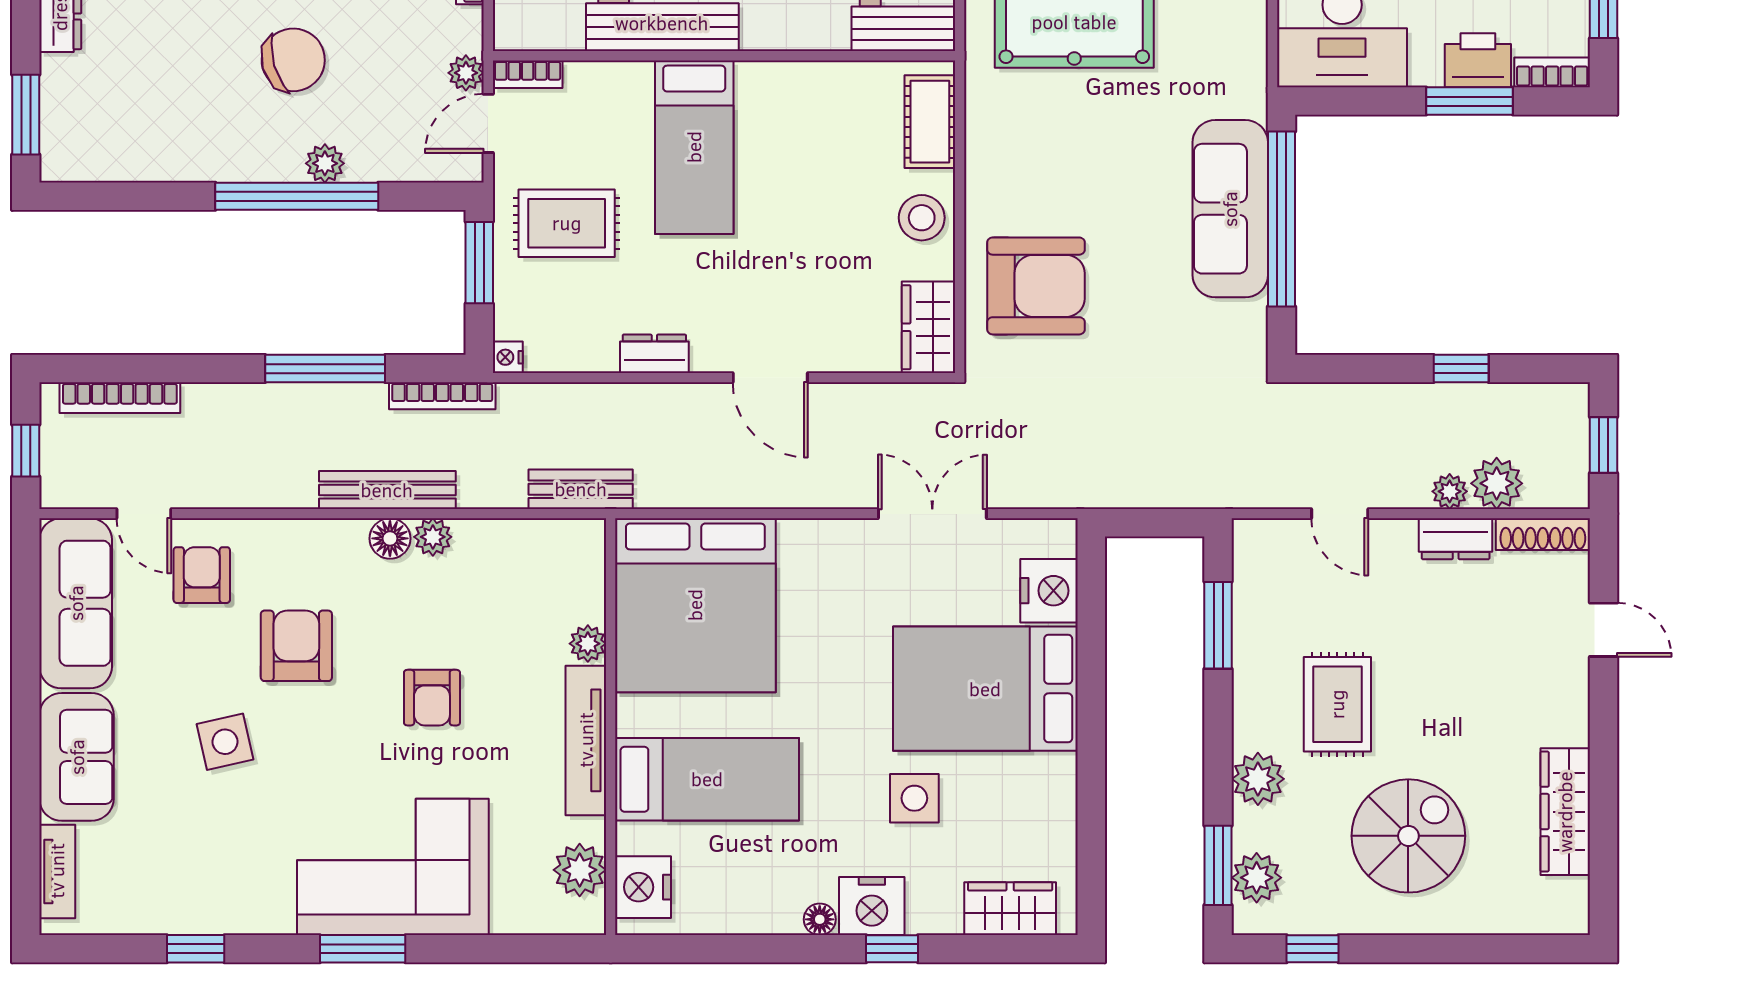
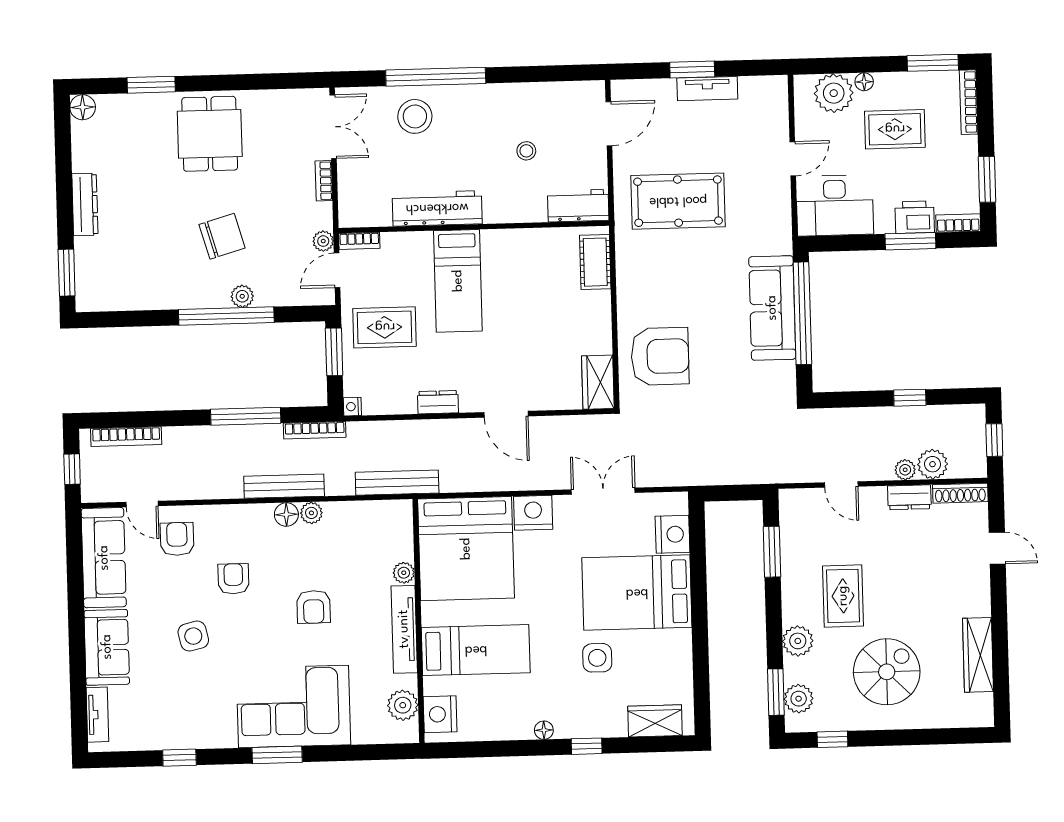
stool: (922, 218) -> (592, 318), removed
bench: (581, 489) -> (397, 483), width x1.36
armchair: (296, 646) -> (233, 579), width x0.72, depth x0.72
nightstand: (872, 906) -> (533, 513), moved, turned 180

